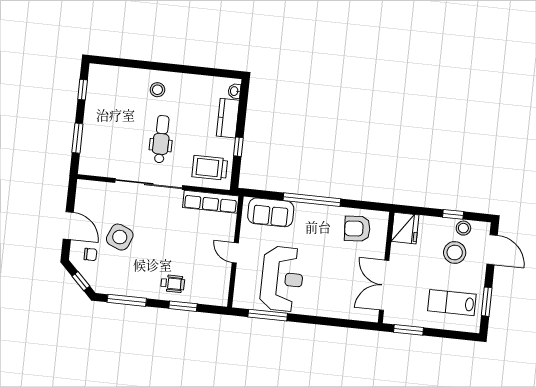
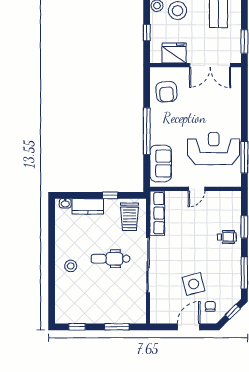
window: (453, 214) -> (147, 33), moved
fridge: (405, 228) -> (174, 53), moved
side table: (120, 237) -> (194, 284), turned -36
wheelchair: (173, 284) -> (227, 237), turned 90

